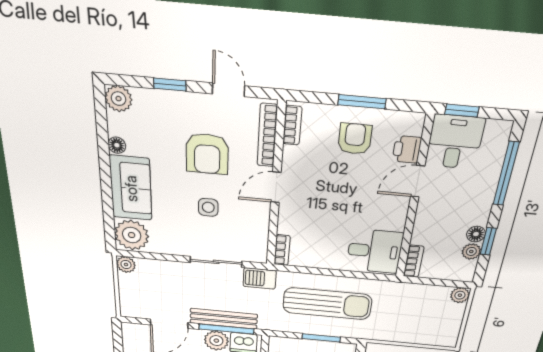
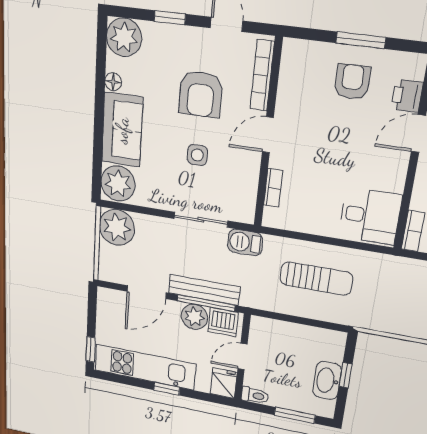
plant: (119, 99) -> (124, 37), width x1.36, depth x1.36
bookcase: (292, 125) -> (288, 65), removed
bookcase: (282, 250) -> (273, 188), moved
plant: (126, 265) -> (117, 227), width x1.88, depth x1.88
sun lounger: (327, 304) -> (316, 279), width x0.73, depth x0.75
window: (321, 338) -> (308, 322), removed

